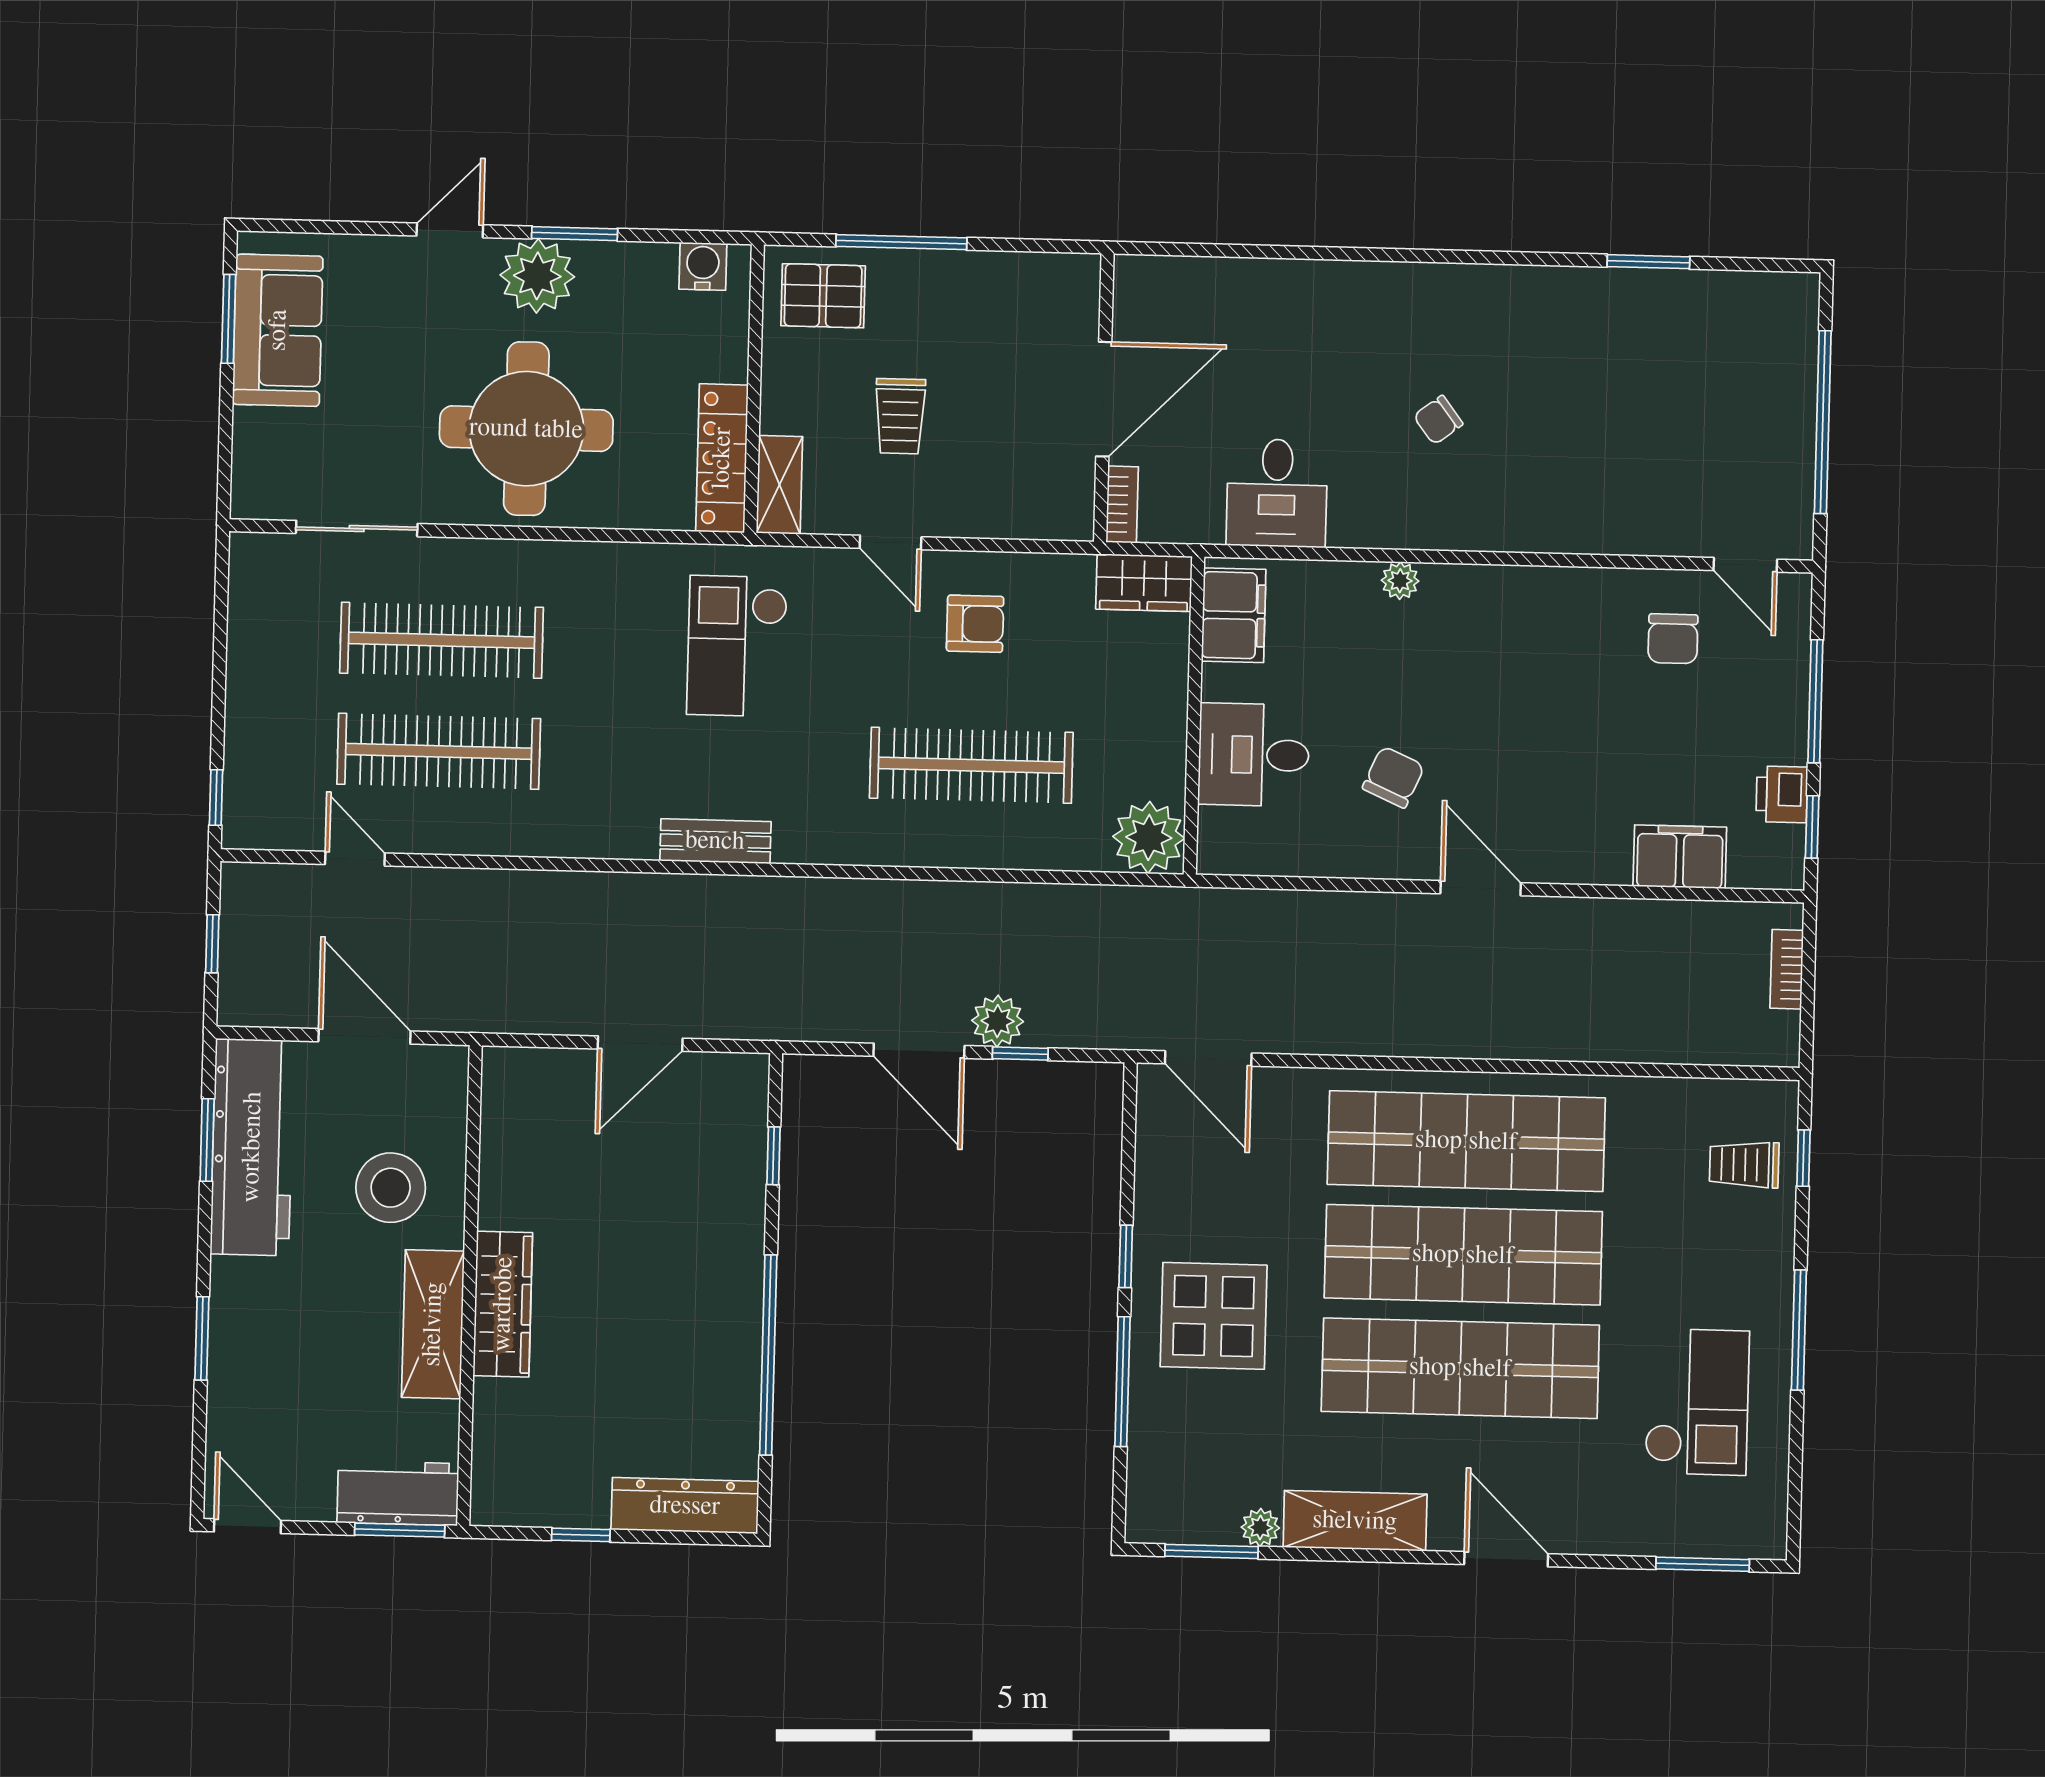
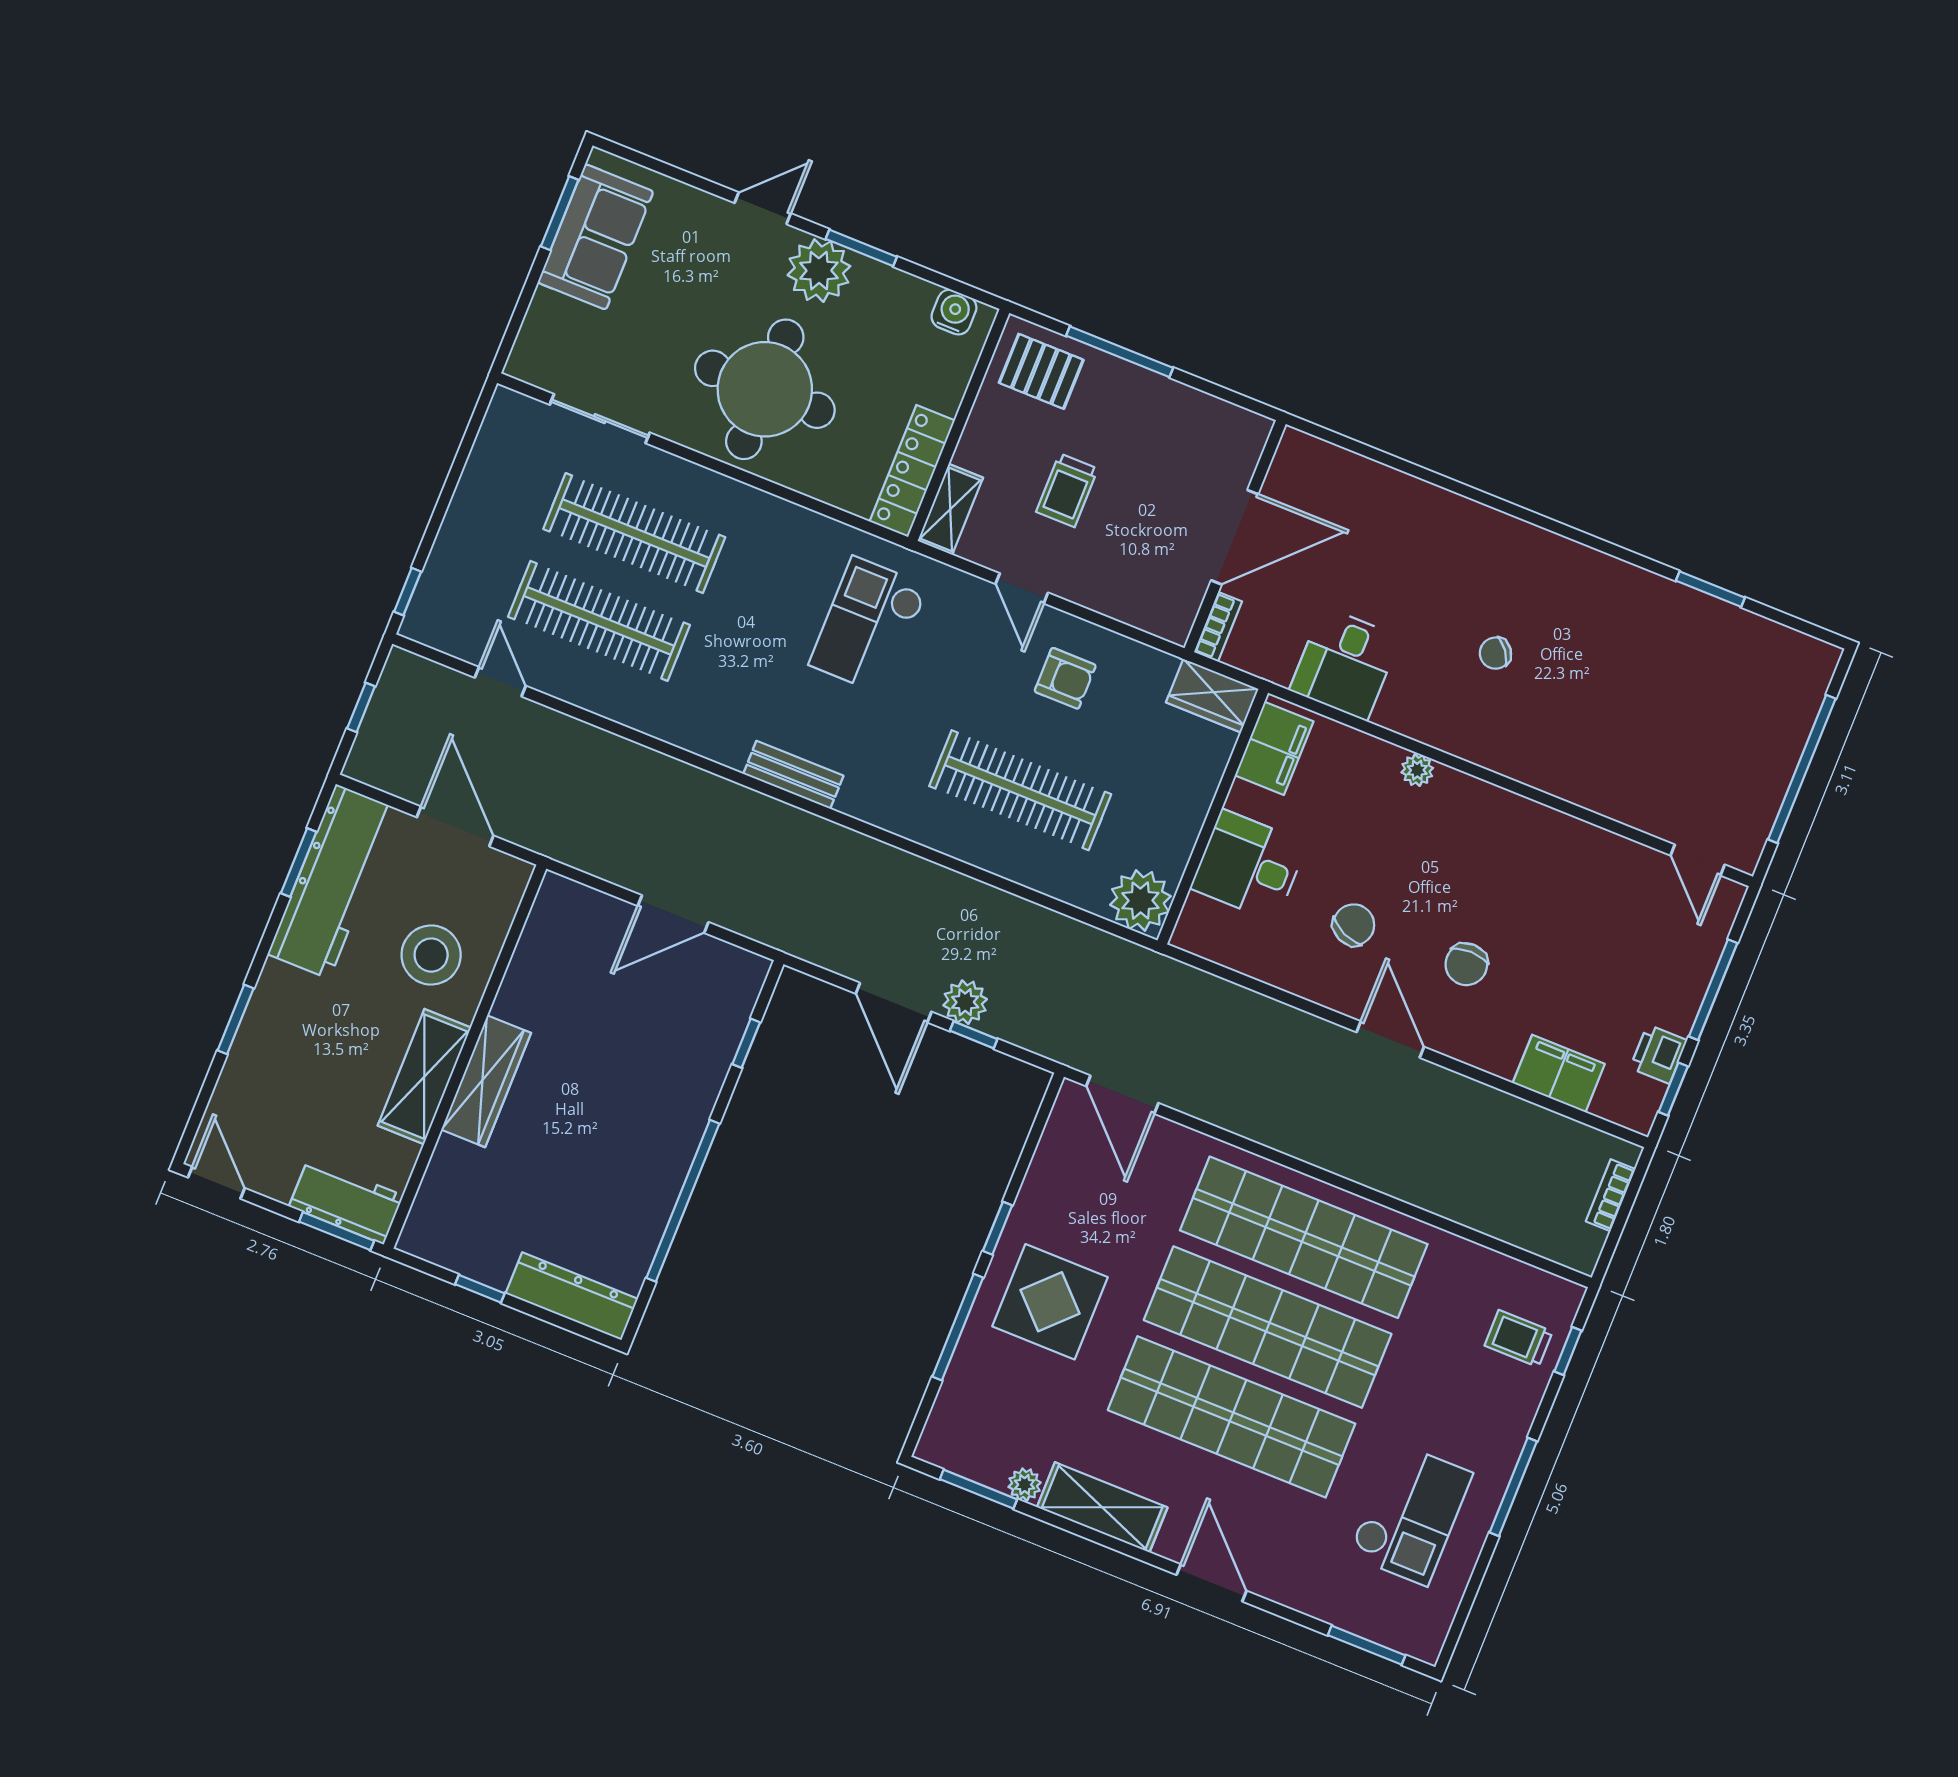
chair: (1673, 639) -> (1466, 964), moved

